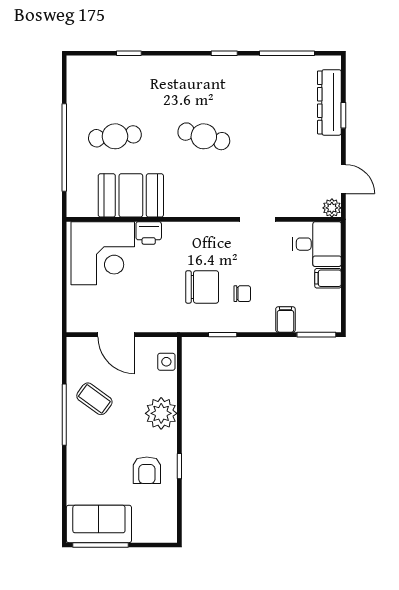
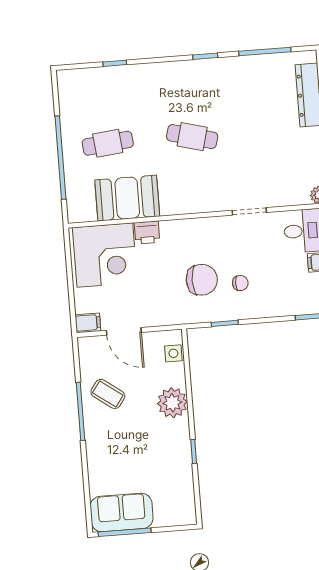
filing cabinet: (285, 320) -> (88, 323), moved, turned 90
armchair: (147, 470) -> (163, 458), removed

